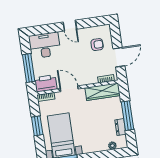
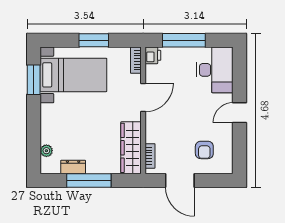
printer: (46, 83) -> (153, 55), width x0.53, depth x0.68

